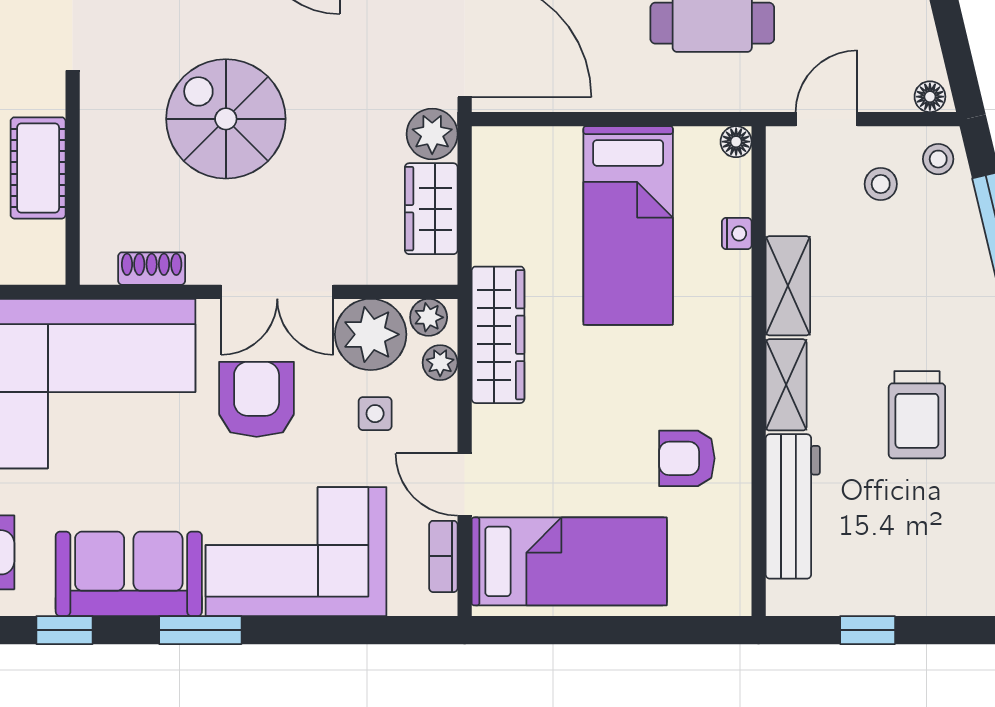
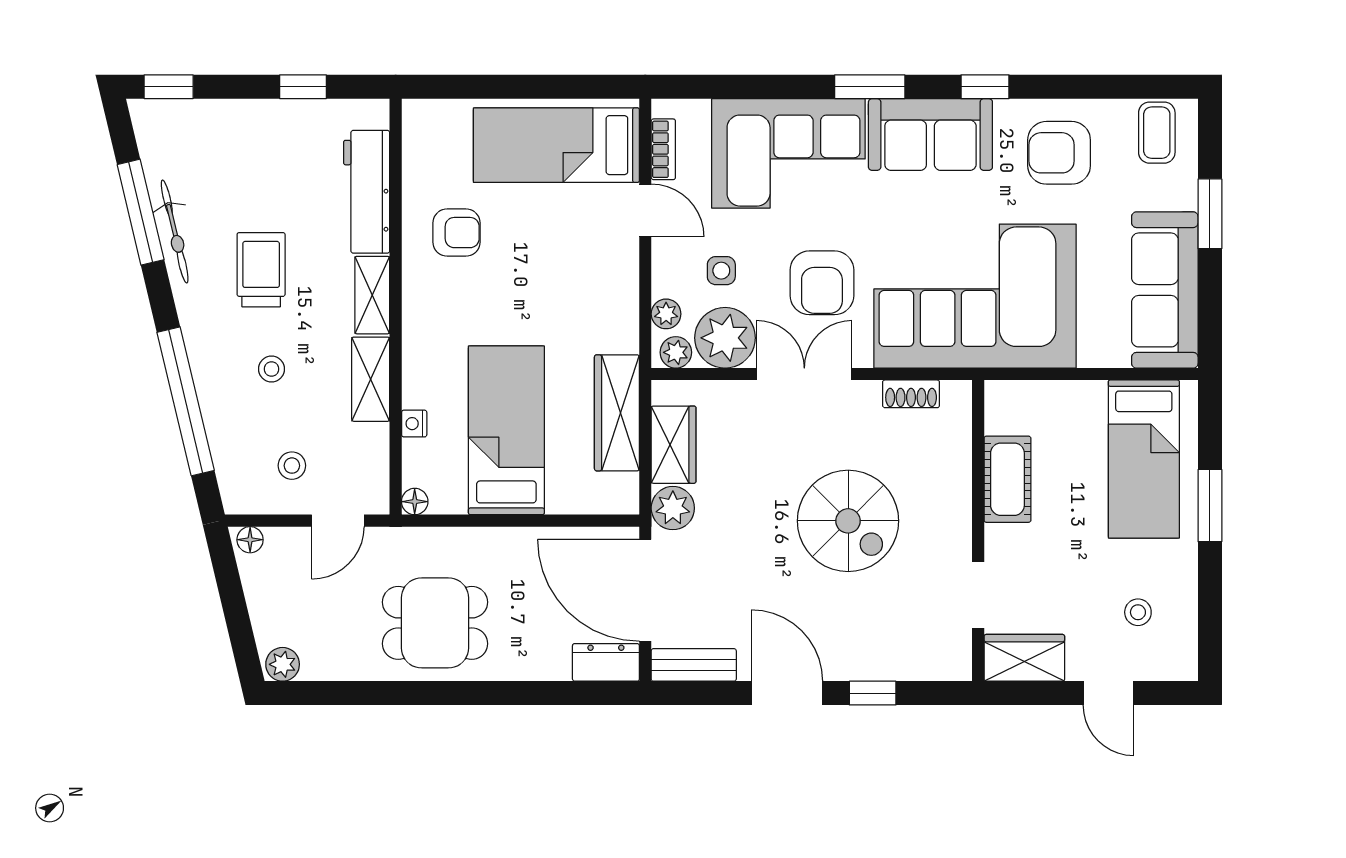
stool: (938, 159) -> (271, 369), moved
wardrobe: (498, 335) -> (617, 413), moved

